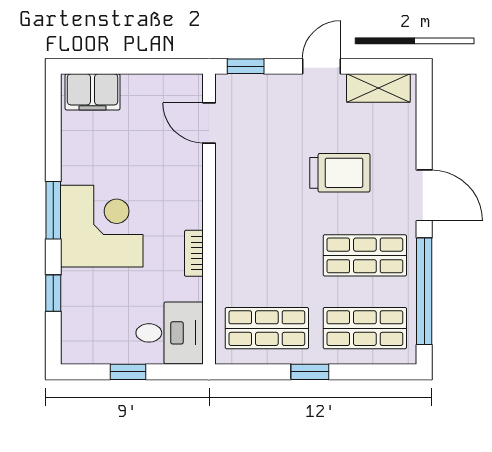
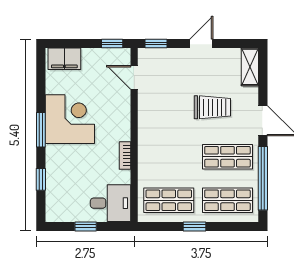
window: (172, 66) -> (112, 43), added
shelving: (378, 88) -> (250, 67), moved, turned 90
corner desk: (102, 226) -> (70, 119), moved

